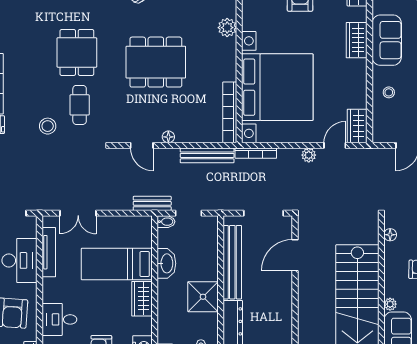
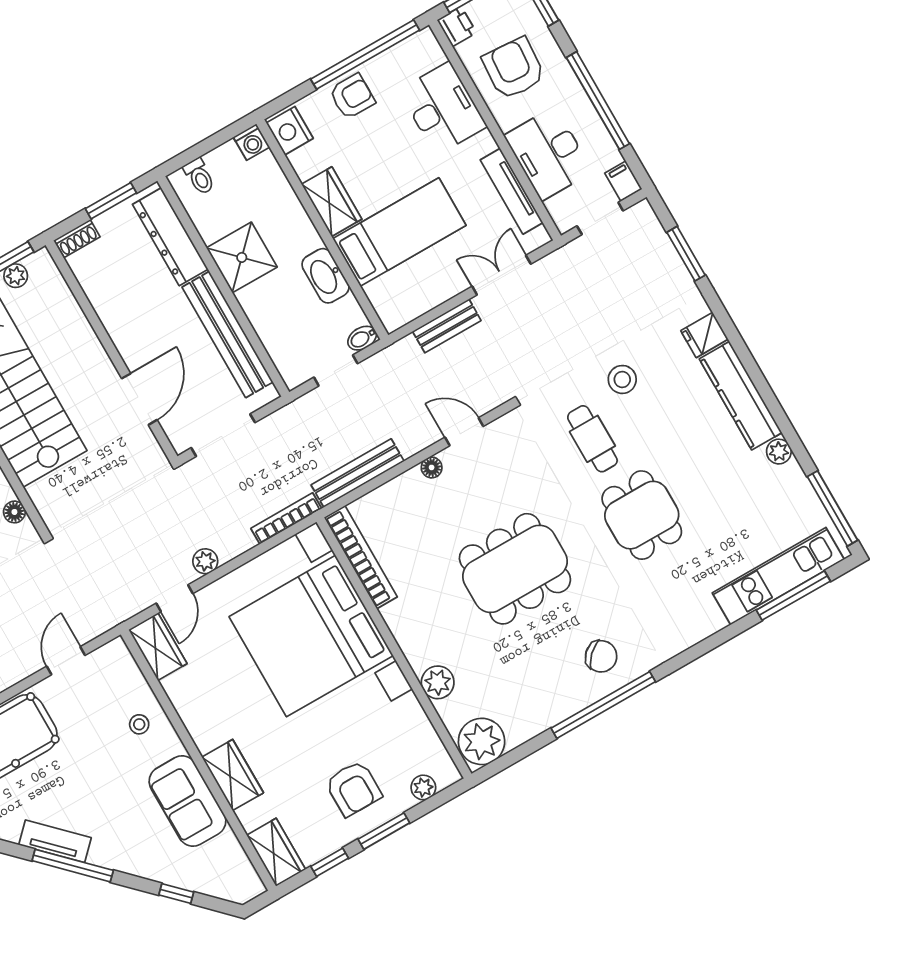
bench: (152, 203) -> (447, 326), moved
desk: (59, 319) -> (443, 108), width x1.37

